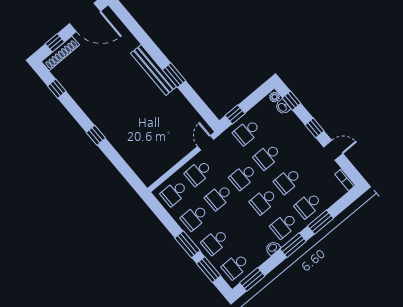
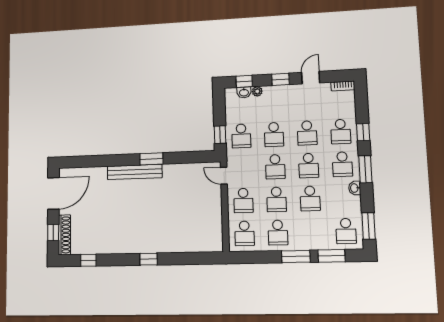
plant: (274, 97) -> (257, 91), moved
window: (320, 222) -> (363, 132), width x0.67
school desk: (215, 242) -> (310, 198), moved

